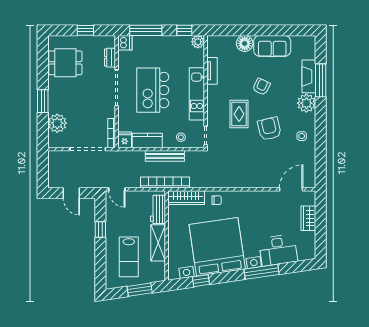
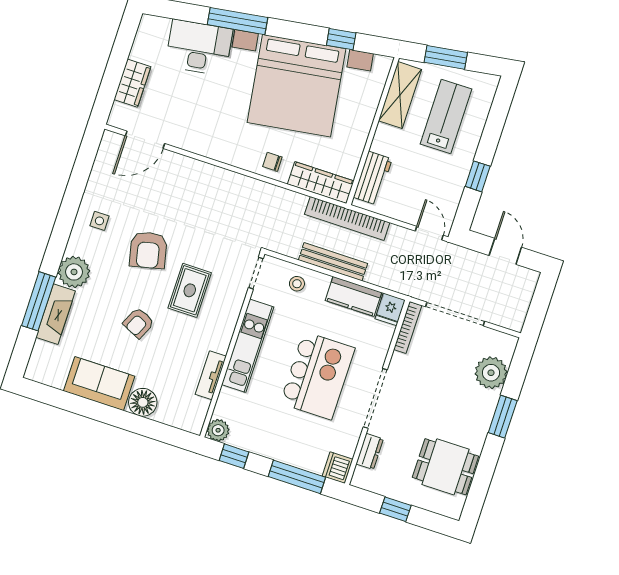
shelving: (158, 243) -> (400, 95), moved

